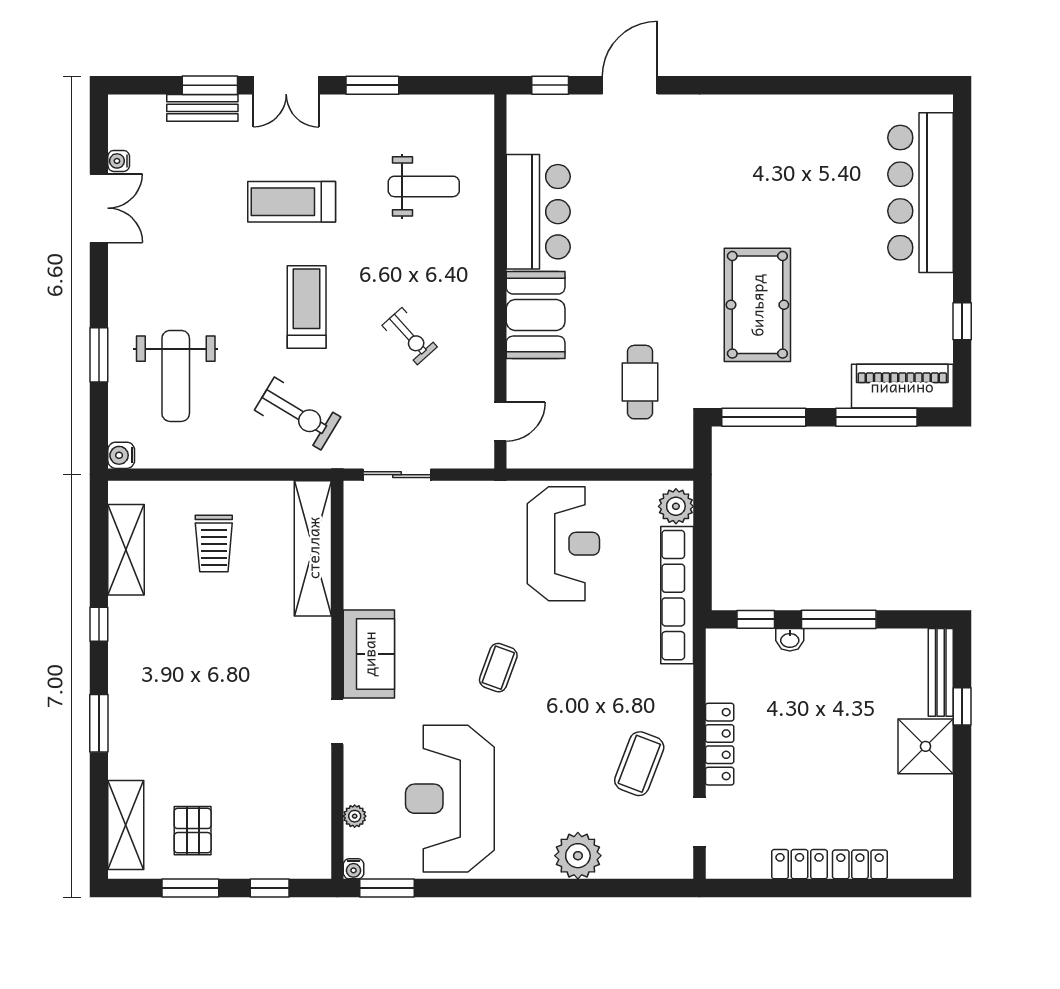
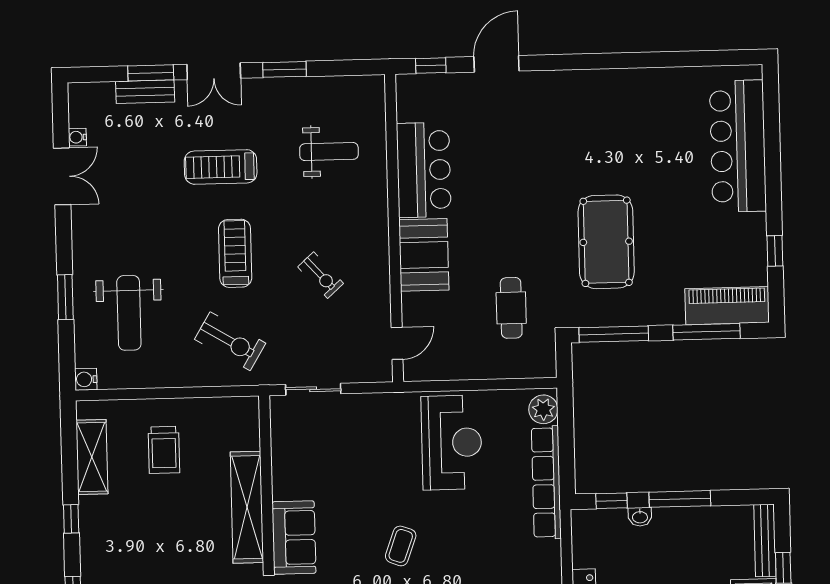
shelving: (313, 548) -> (247, 507), moved

